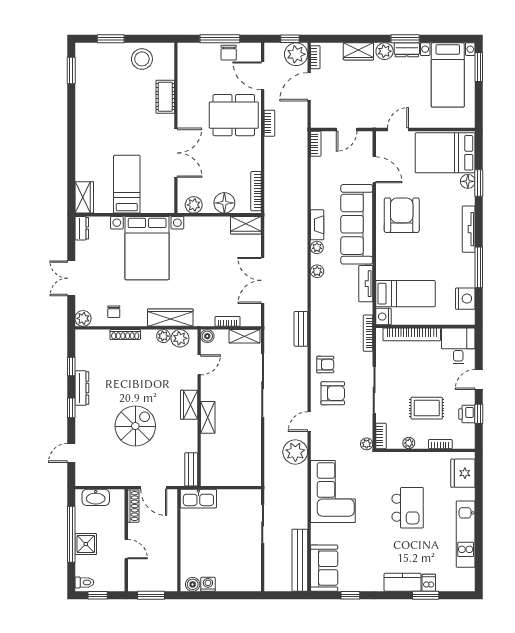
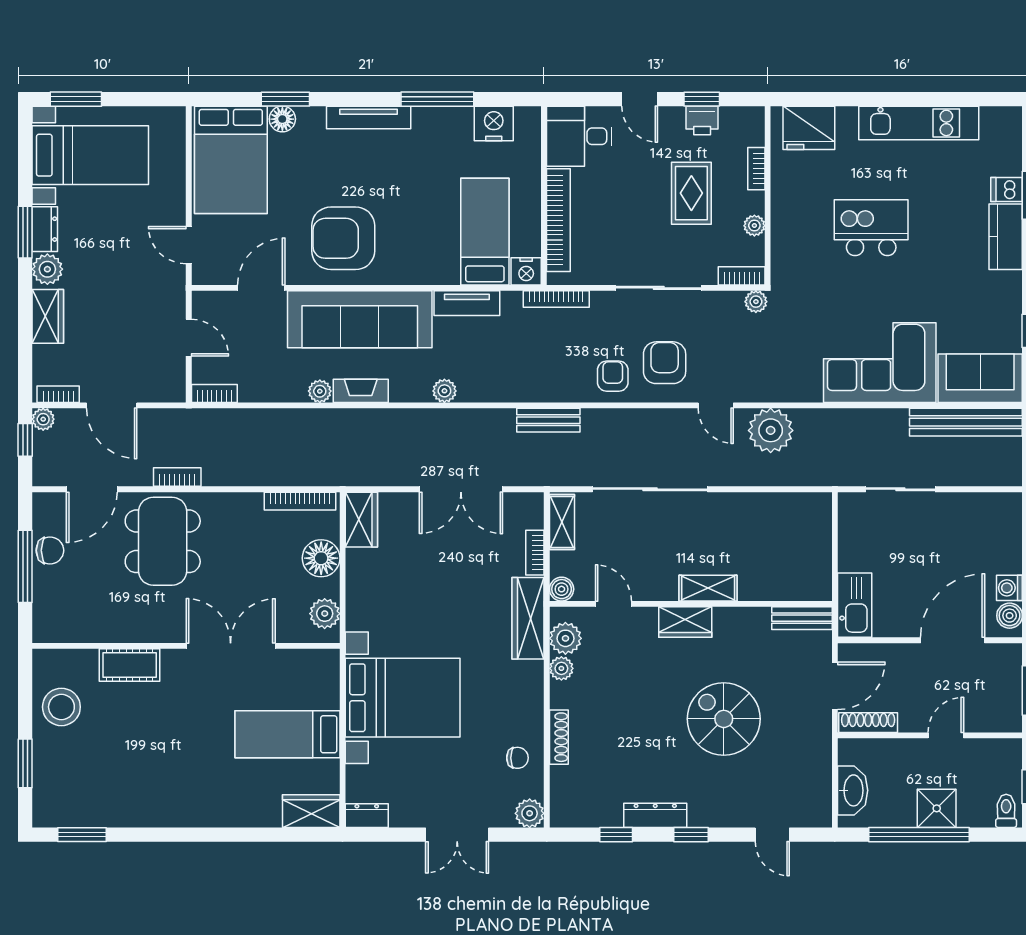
plant: (296, 54) -> (43, 419), width x0.53, depth x0.53
plant: (317, 247) -> (320, 391), moved
wardrobe: (170, 318) -> (528, 618), moved
corner sofa: (333, 491) -> (880, 363), moved
door: (179, 553) -> (953, 640), added

